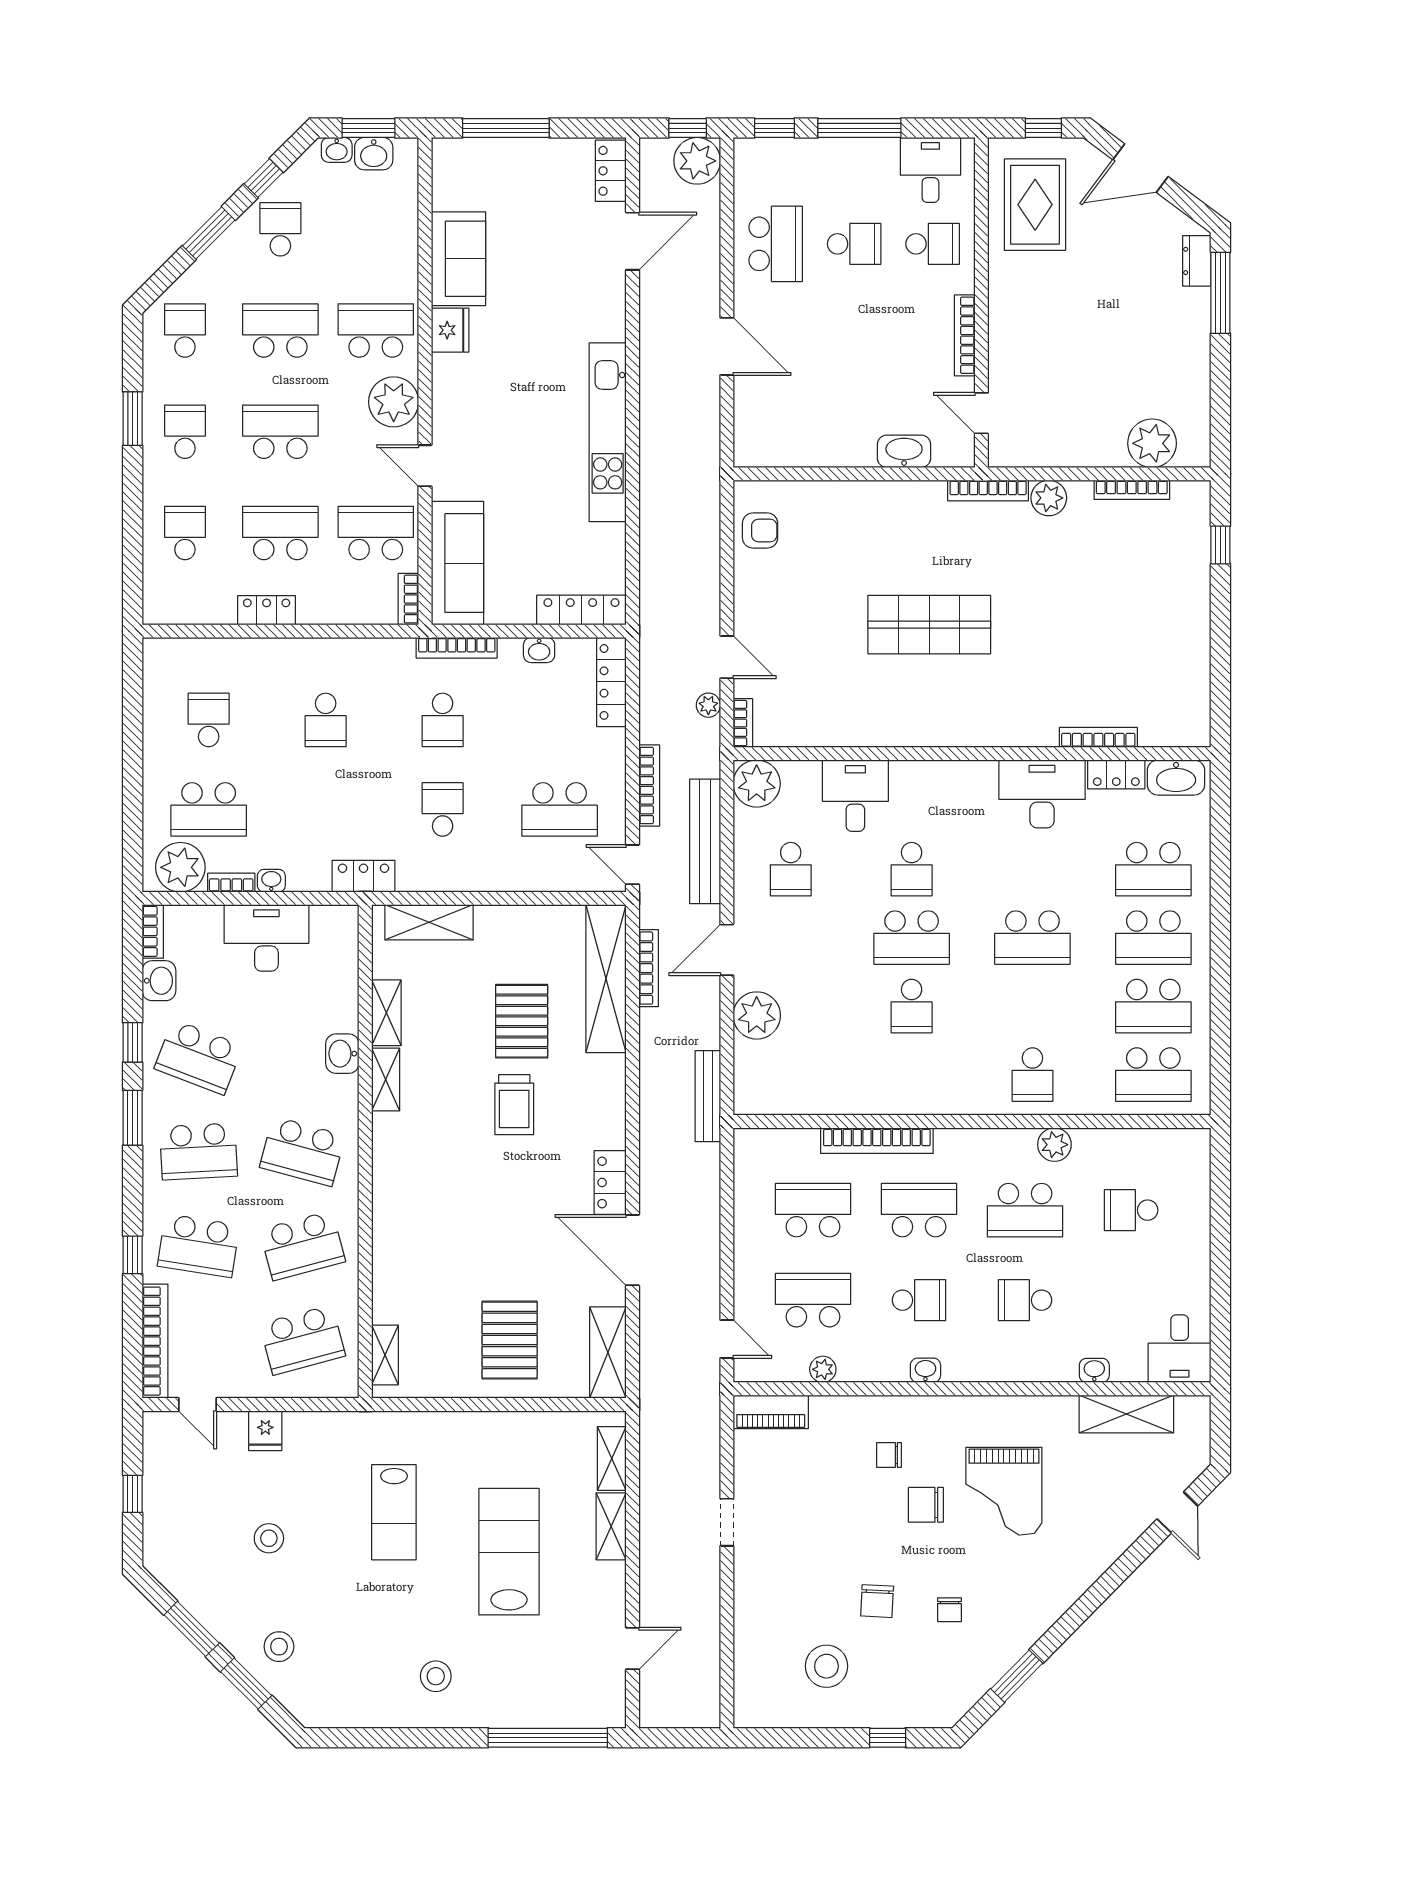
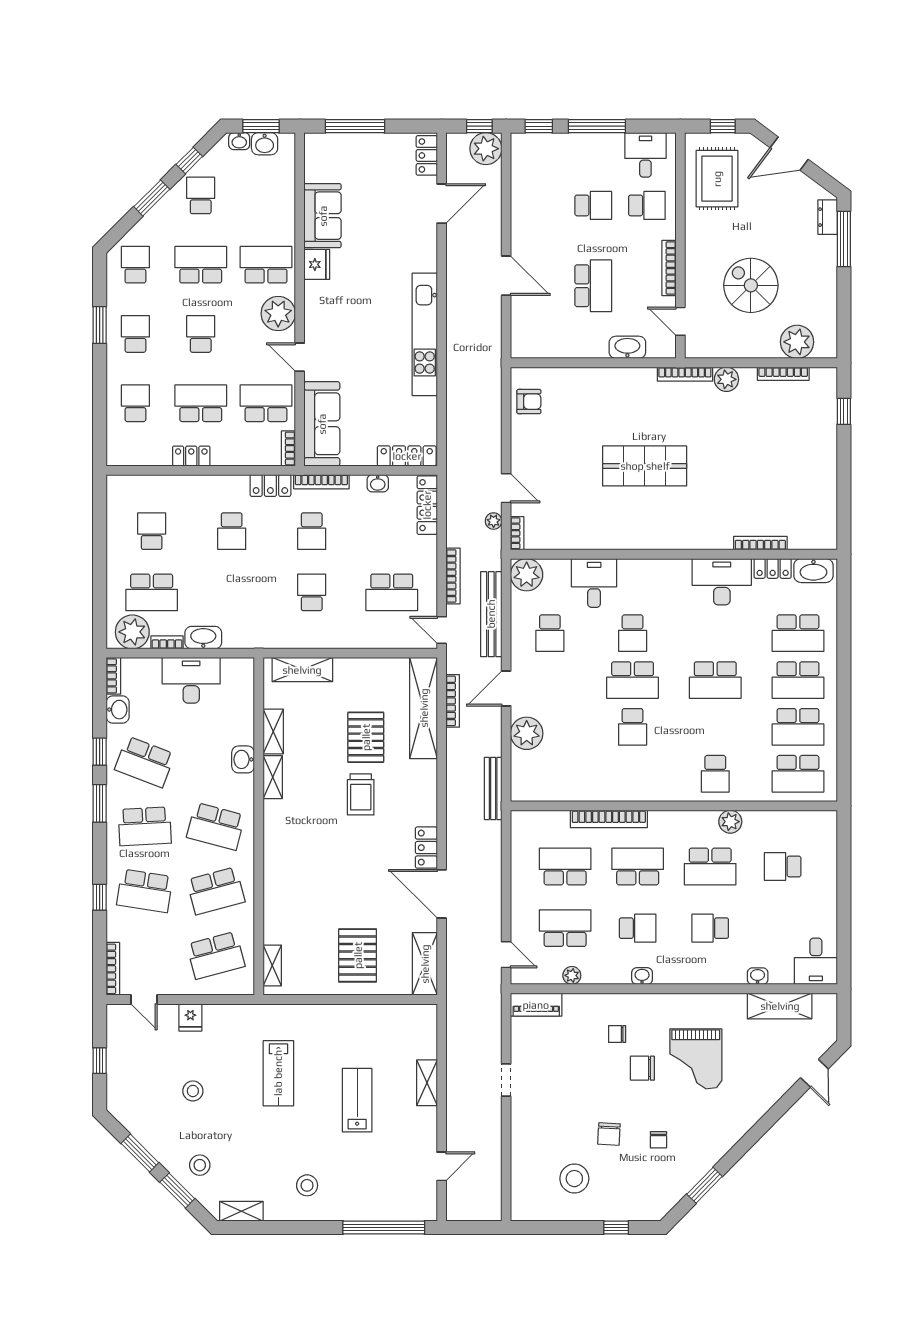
school desk: (776, 244) -> (593, 286), moved
spiral stairs: (1084, 361) -> (751, 285), added
school desk: (280, 432) -> (201, 334), width x0.54
locker: (363, 876) -> (270, 486), moved, turned 180
washbasin: (271, 881) -> (203, 638), width x1.91, depth x1.45
bookcase: (155, 1341) -> (113, 969), width x0.68, depth x0.76
shelving: (612, 1458) -> (241, 1211), moved, turned 90
lab bench: (509, 1552) -> (357, 1100), width x0.73, depth x0.72

